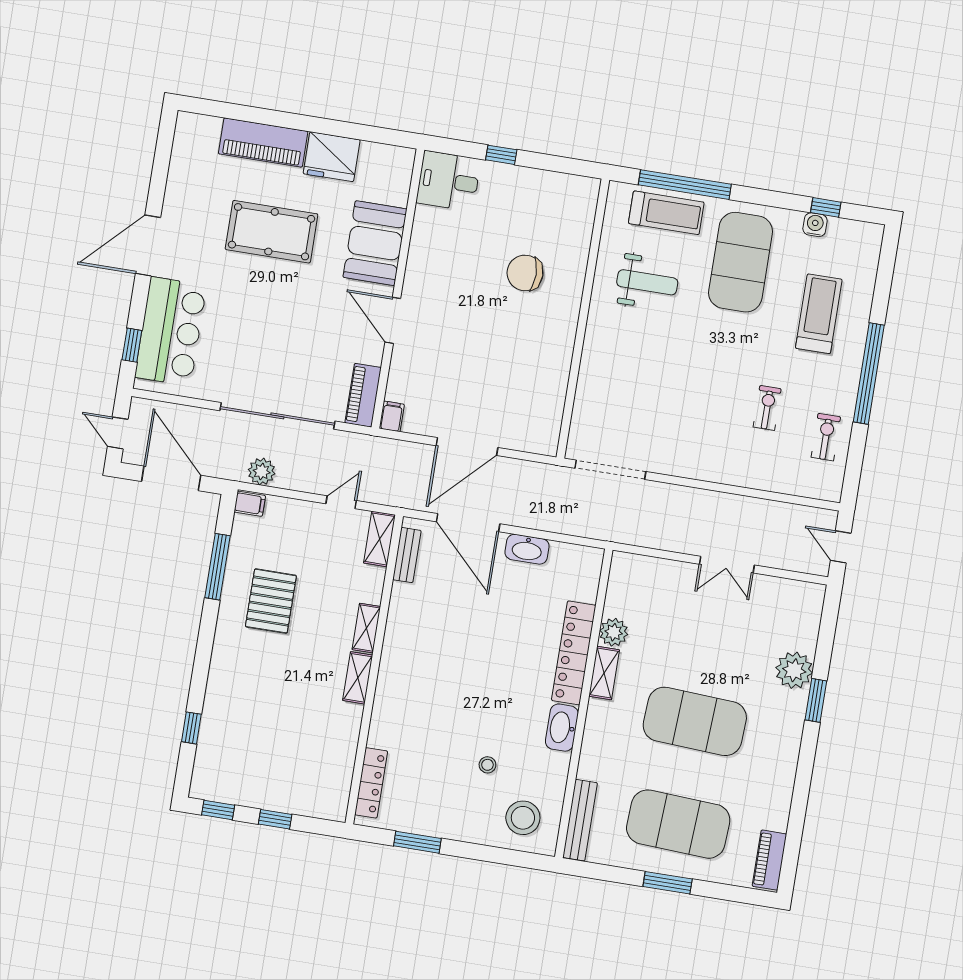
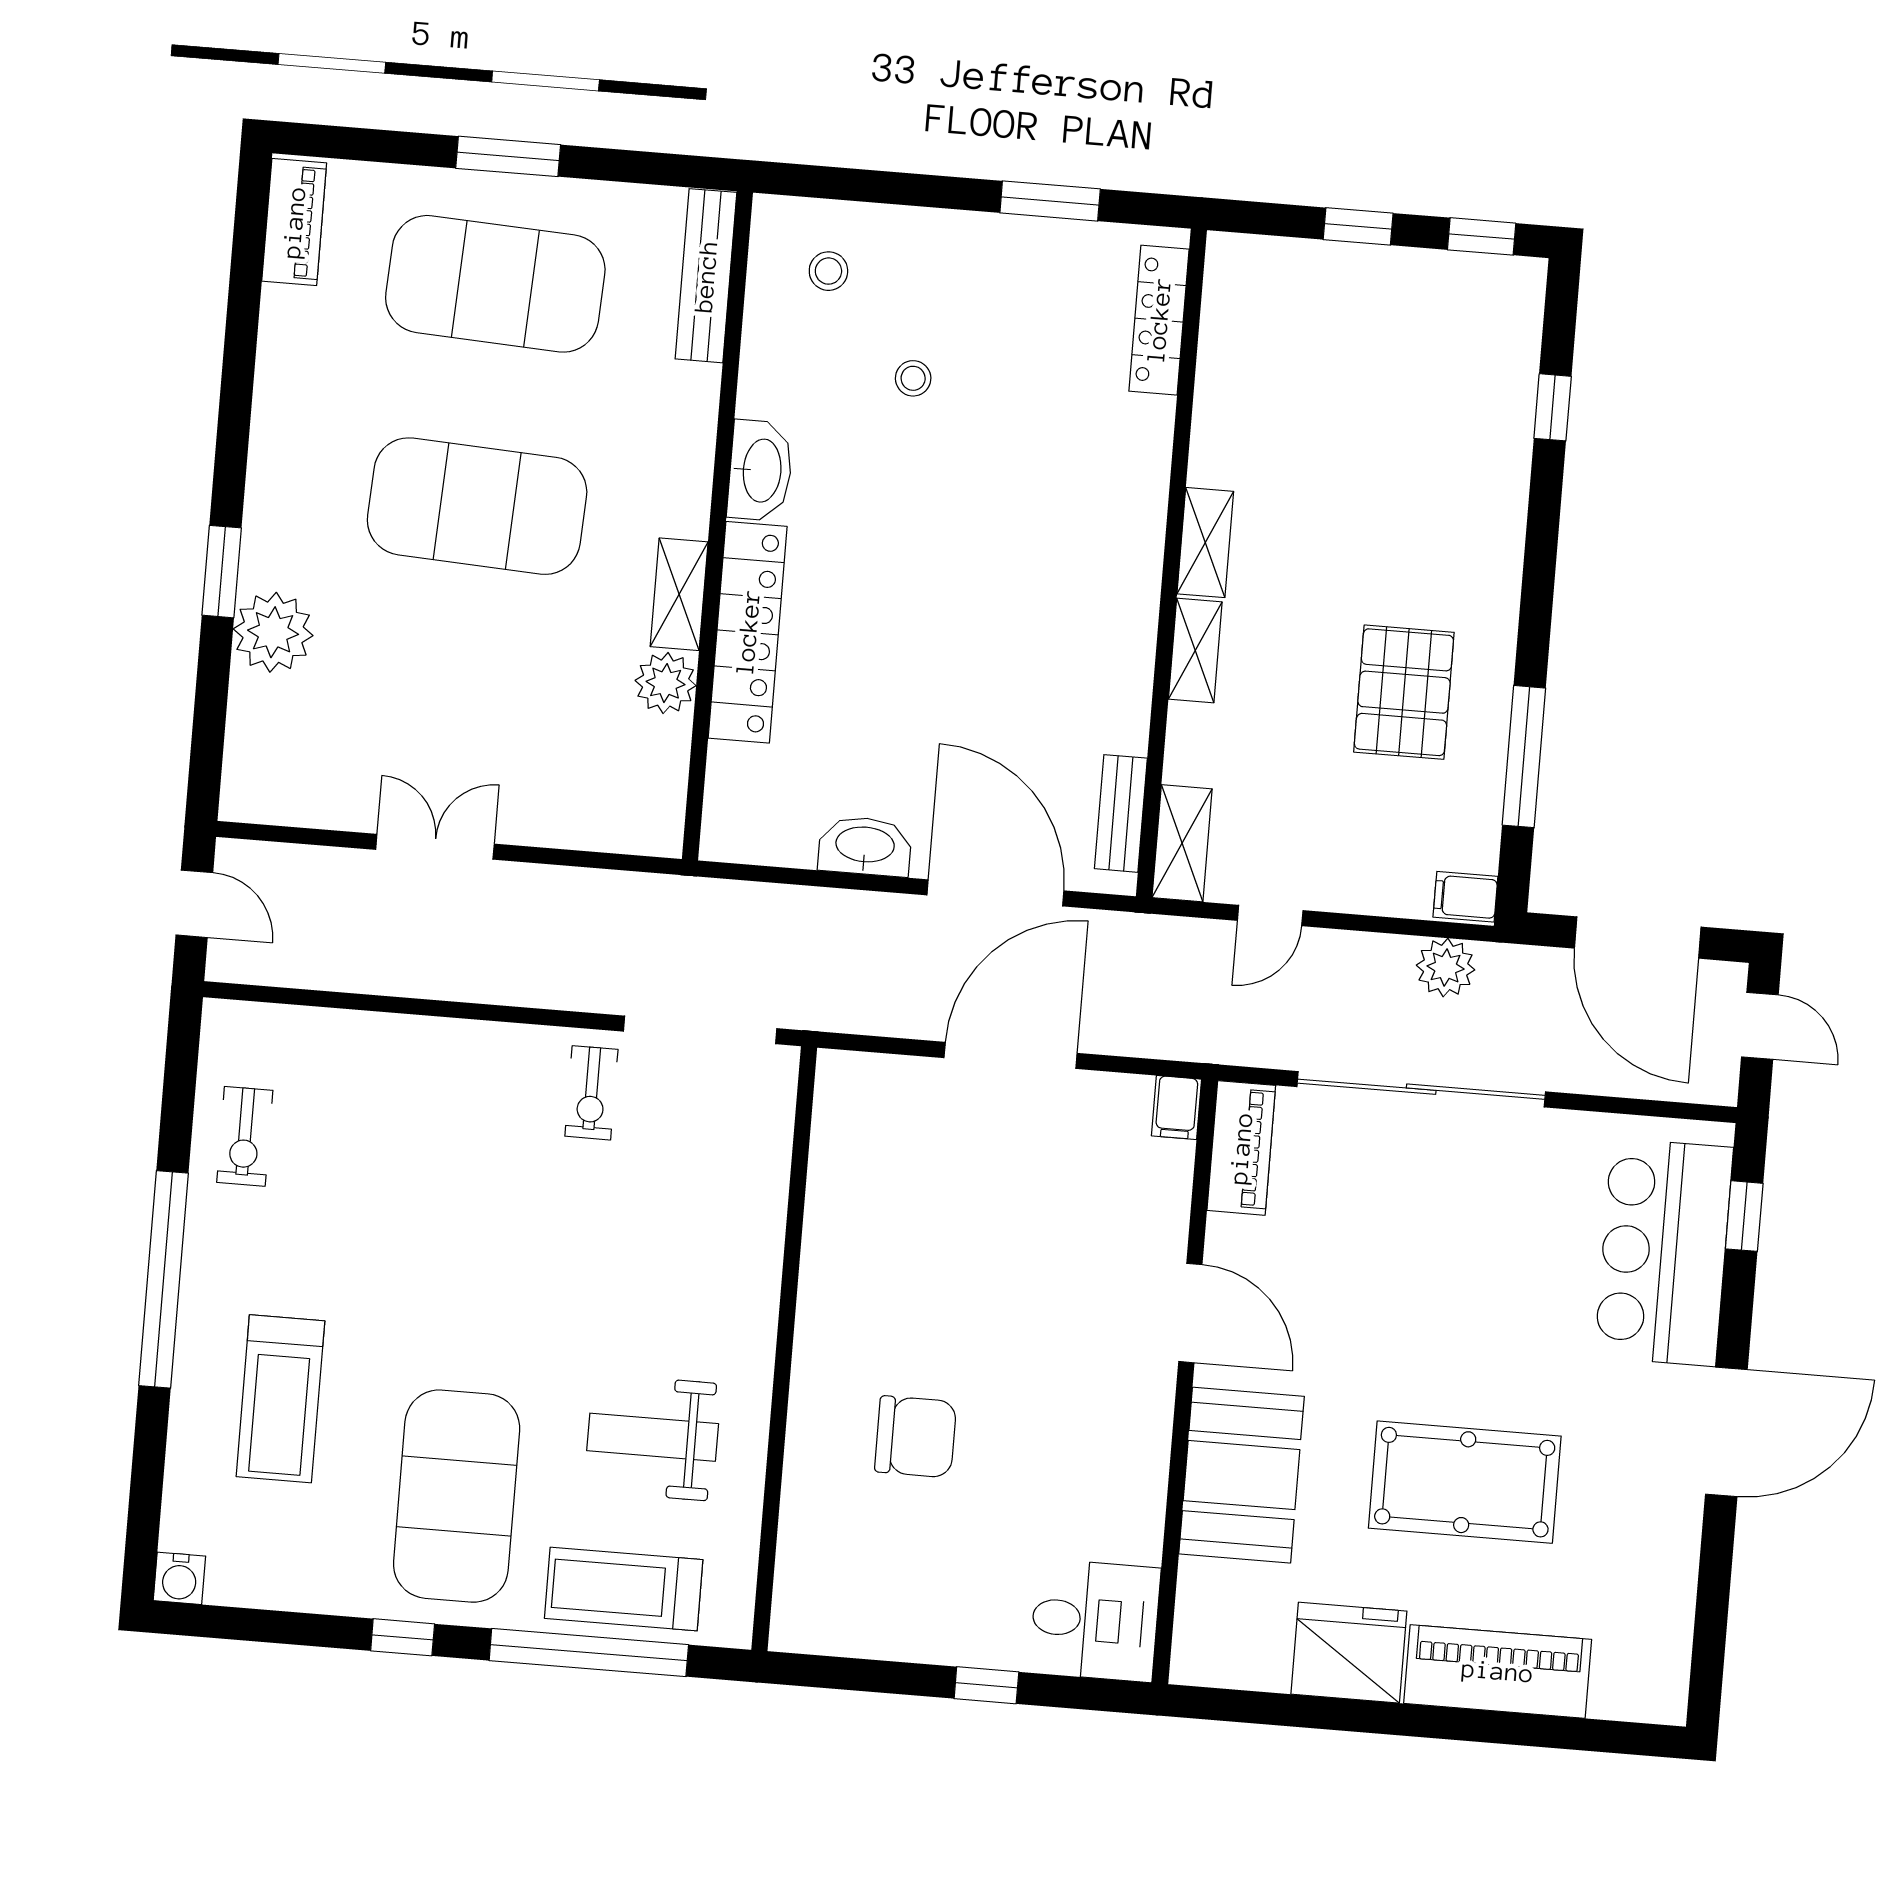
window: (826, 207) -> (403, 1637), moved
water cooler: (815, 225) -> (179, 1578), moved
exercise bike: (767, 408) -> (591, 1093), moved
stool: (523, 818) -> (828, 271), width x0.53, depth x0.53

